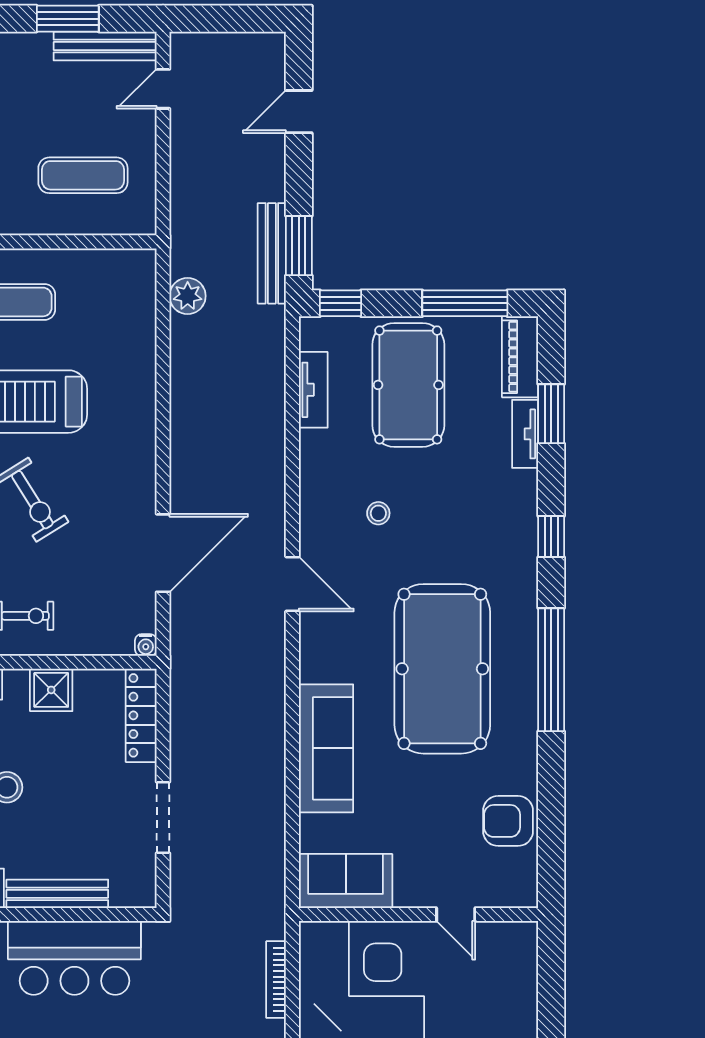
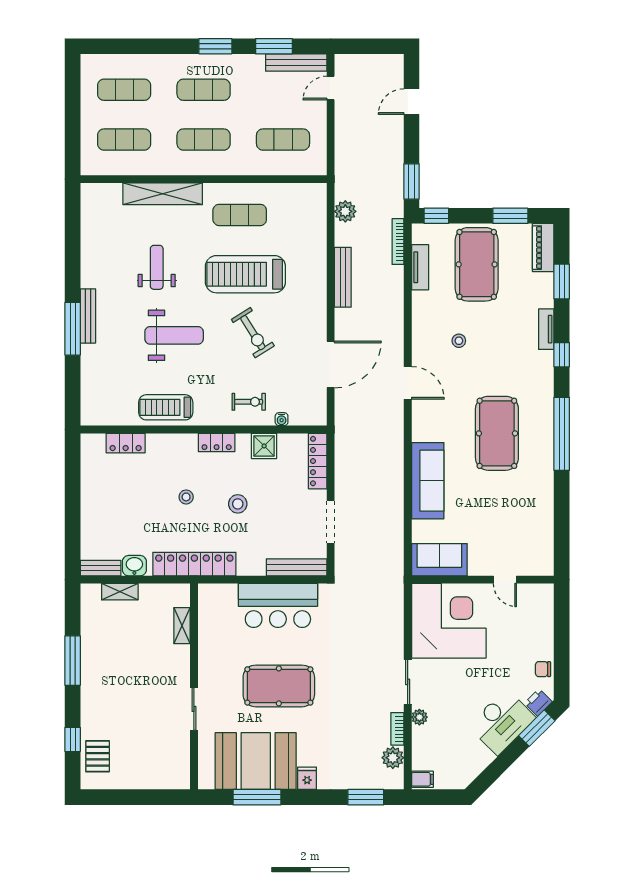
bench: (272, 253) -> (343, 277), moved
window: (465, 303) -> (510, 216), width x0.69
tv unit: (525, 434) -> (546, 329), moved
water cooler: (146, 645) -> (282, 419), moved
pool table: (442, 669) -> (497, 433), width x0.73, depth x0.76
armchair: (508, 821) -> (536, 524), removed
bench: (57, 894) -> (297, 567), moved
bookcase: (276, 980) -> (398, 242), moved

